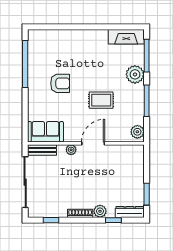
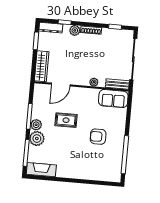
plant: (137, 132) -> (36, 125), moved
door: (93, 143) -> (61, 85), moved
wardrobe: (137, 164) -> (42, 66), added

